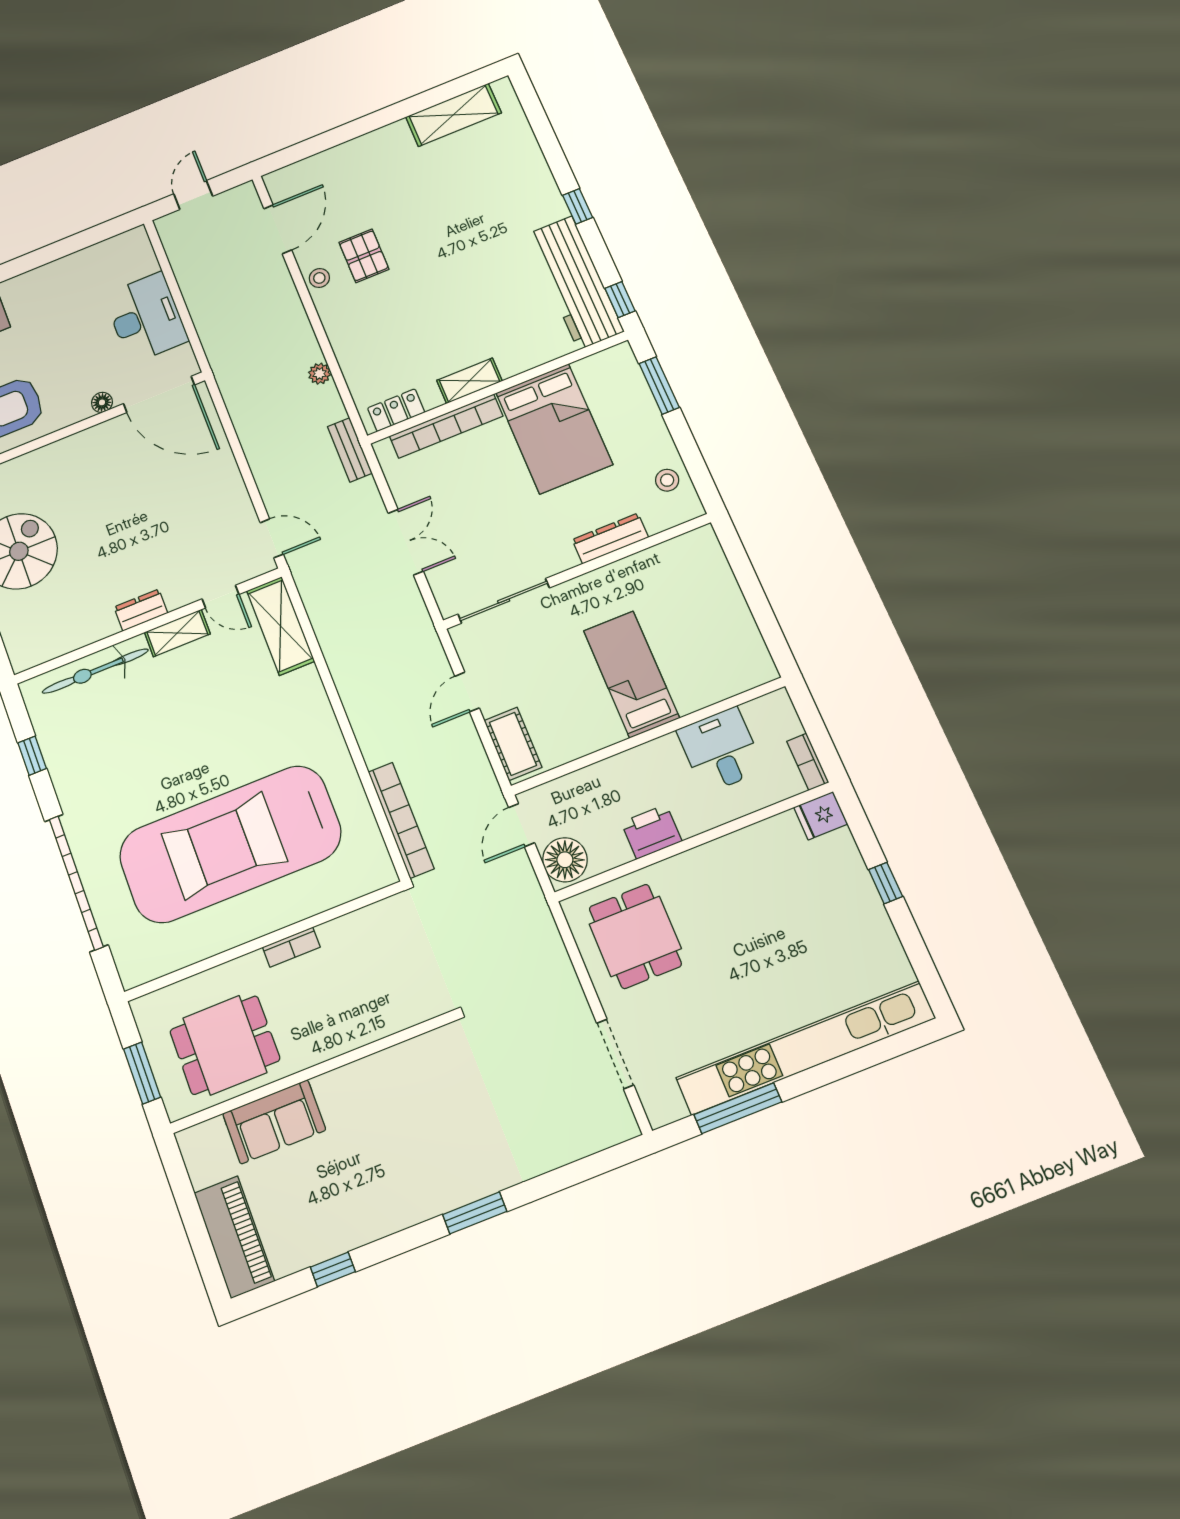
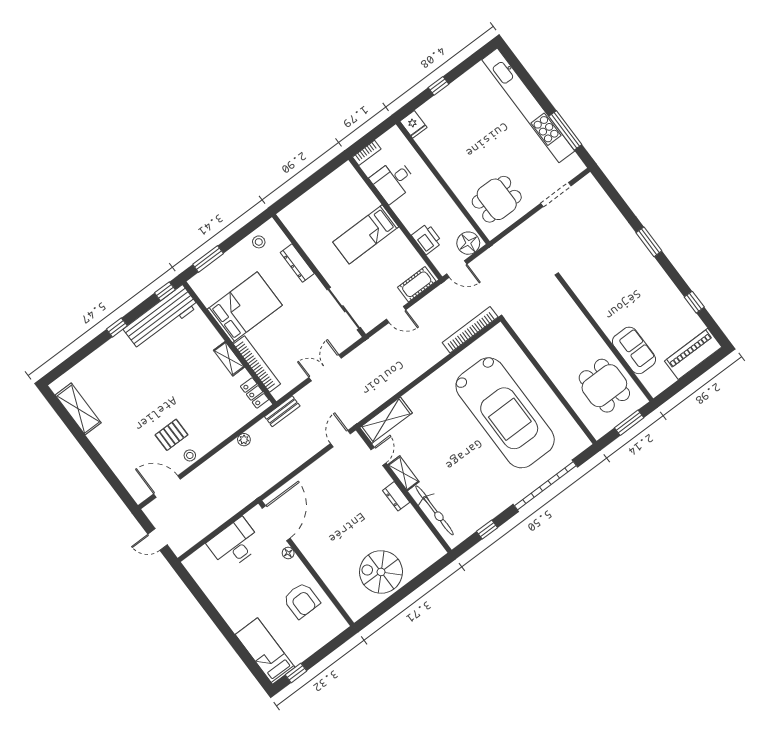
bookcase: (808, 762) -> (367, 153), moved
printer: (651, 832) -> (427, 239), moved, turned 180
bookcase: (291, 947) -> (548, 367), removed

